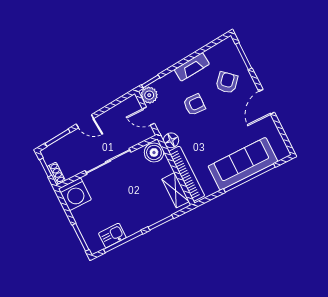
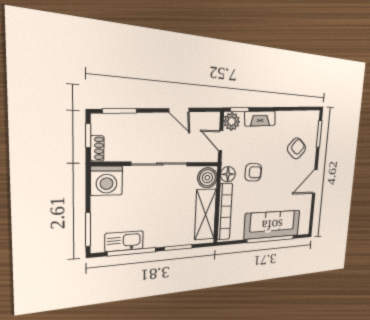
fireplace: (192, 67) -> (260, 118), moved
armchair: (194, 105) -> (253, 172), moved
door: (85, 121) -> (179, 110), moved
shelving: (175, 190) -> (205, 214), width x1.50, depth x1.33
kitchen sink: (112, 235) -> (124, 241), width x1.38

